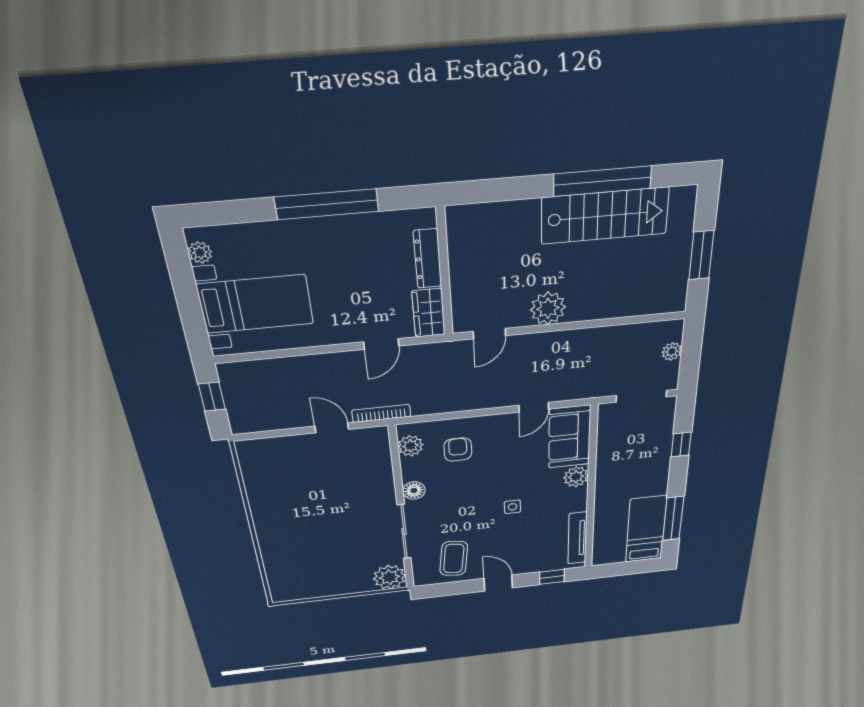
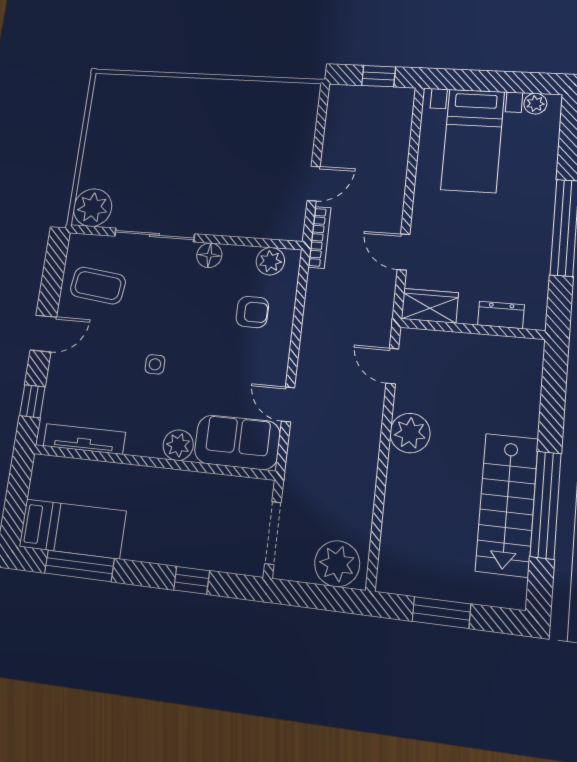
dresser: (428, 259) -> (501, 315), width x0.70
plant: (672, 351) -> (337, 564), width x1.88, depth x1.88

